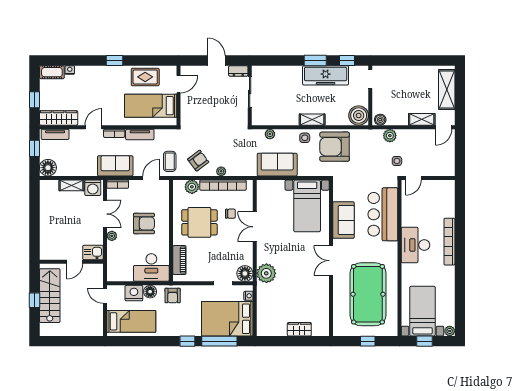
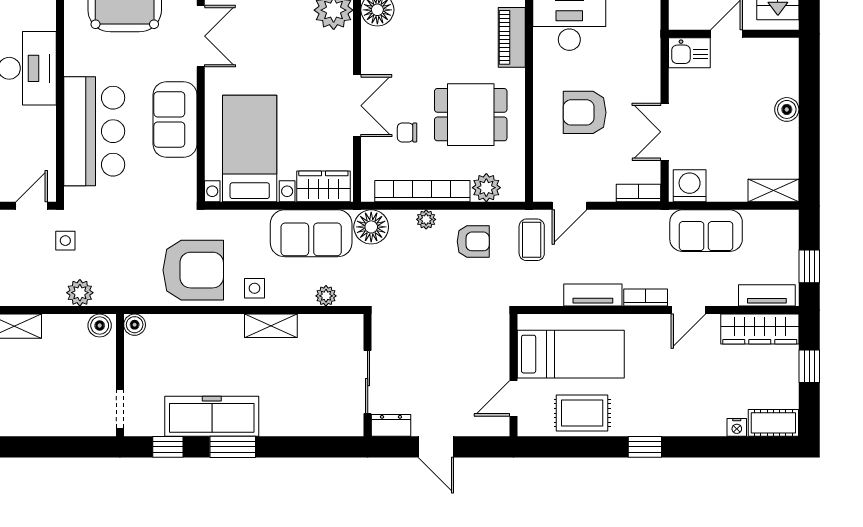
boiler: (359, 115) -> (135, 325), width x0.54, depth x0.54
shelving: (312, 120) -> (271, 326), moved
armchair: (198, 161) -> (473, 241), turned -143
sofa: (115, 166) -> (706, 231), moved
floor lamp: (48, 168) -> (371, 227), moved
shelving: (72, 185) -> (773, 190), moved
wardrobe: (271, 187) -> (323, 186), added
boiler: (45, 225) -> (787, 109), added
plant: (112, 236) -> (651, 87), removed

